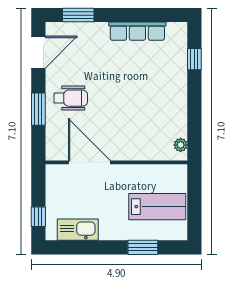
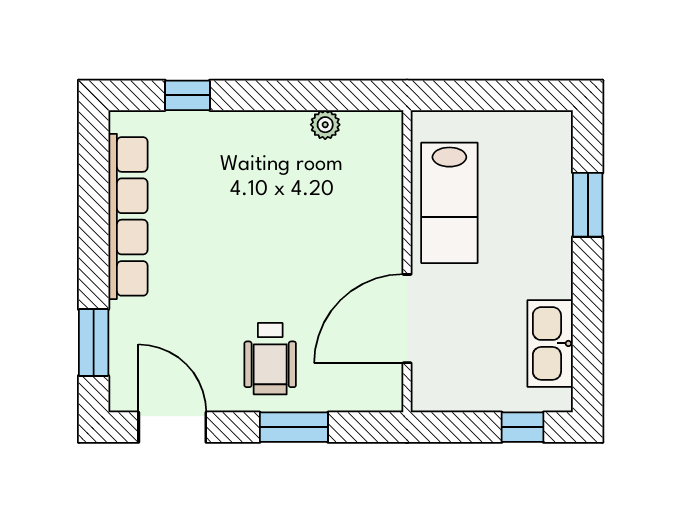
row of seats: (137, 31) -> (128, 216), width x1.36
wheelchair: (71, 98) -> (270, 359), turned 180
plant: (181, 145) -> (325, 125), moved
lab bench: (157, 207) -> (449, 203), moved, turned 180

